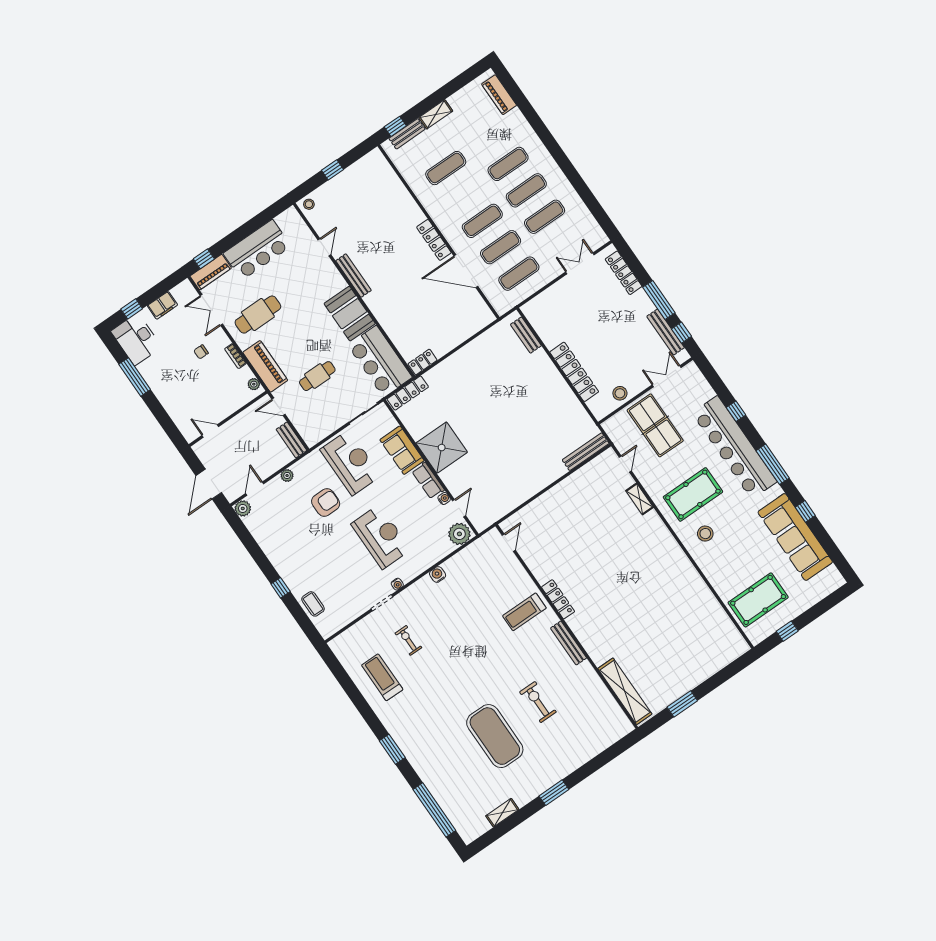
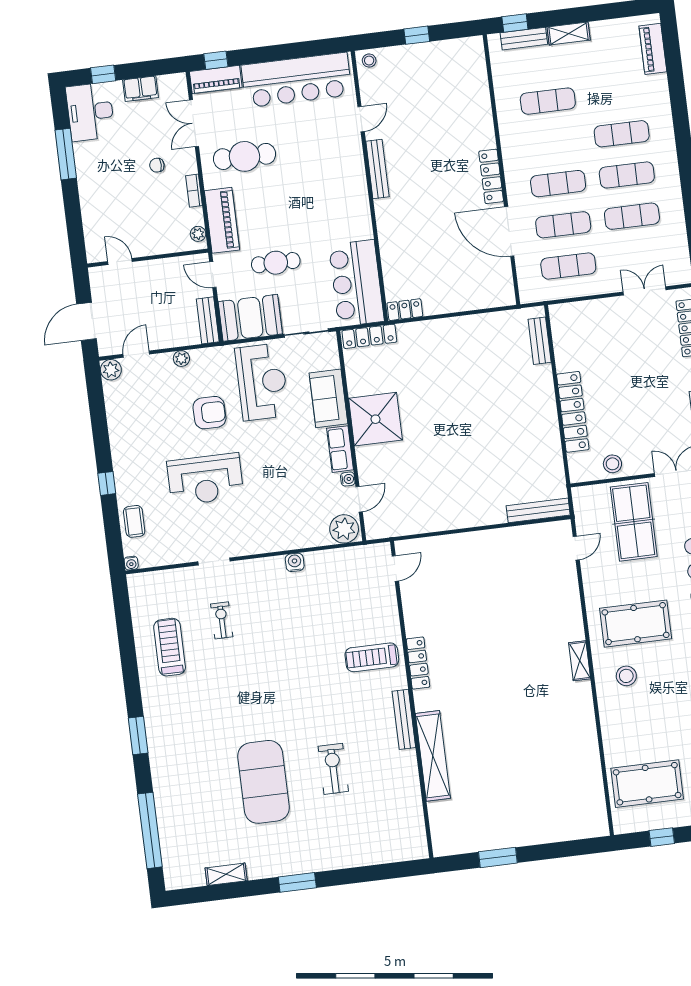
bar counter: (257, 250) -> (297, 80), width x1.36
booth: (350, 314) -> (250, 318), moved, turned 90
shelving: (640, 499) -> (580, 661), moved
reception desk: (381, 537) -> (205, 479), moved, turned 90
water cooler: (397, 584) -> (131, 563), moved
shelving: (625, 691) -> (433, 756), moved

